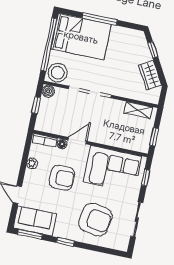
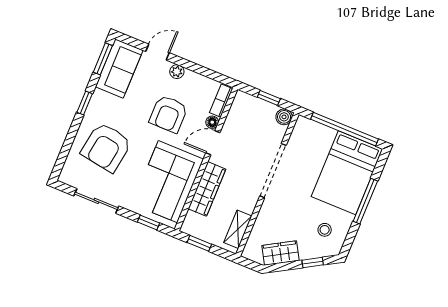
stool: (58, 73) -> (325, 230), moved, width x0.53, depth x0.53
wardrobe: (113, 139) -> (207, 189), added
door: (77, 141) -> (213, 143), swing flipped
plant: (32, 164) -> (177, 72), moved

